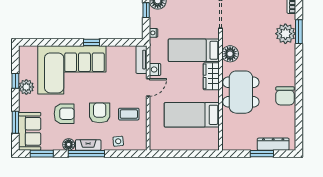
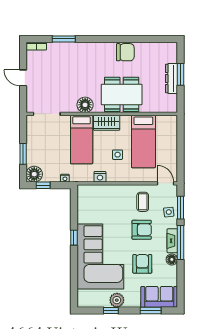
plant: (285, 34) -> (66, 52), removed
tv unit: (141, 60) -> (90, 190), removed
door: (148, 87) -> (165, 183), moved
side table: (178, 88) -> (118, 155), added
armchair: (100, 113) -> (142, 230), turned 180
dresser: (273, 144) -> (172, 78), moved
window: (42, 154) -> (181, 208), moved

